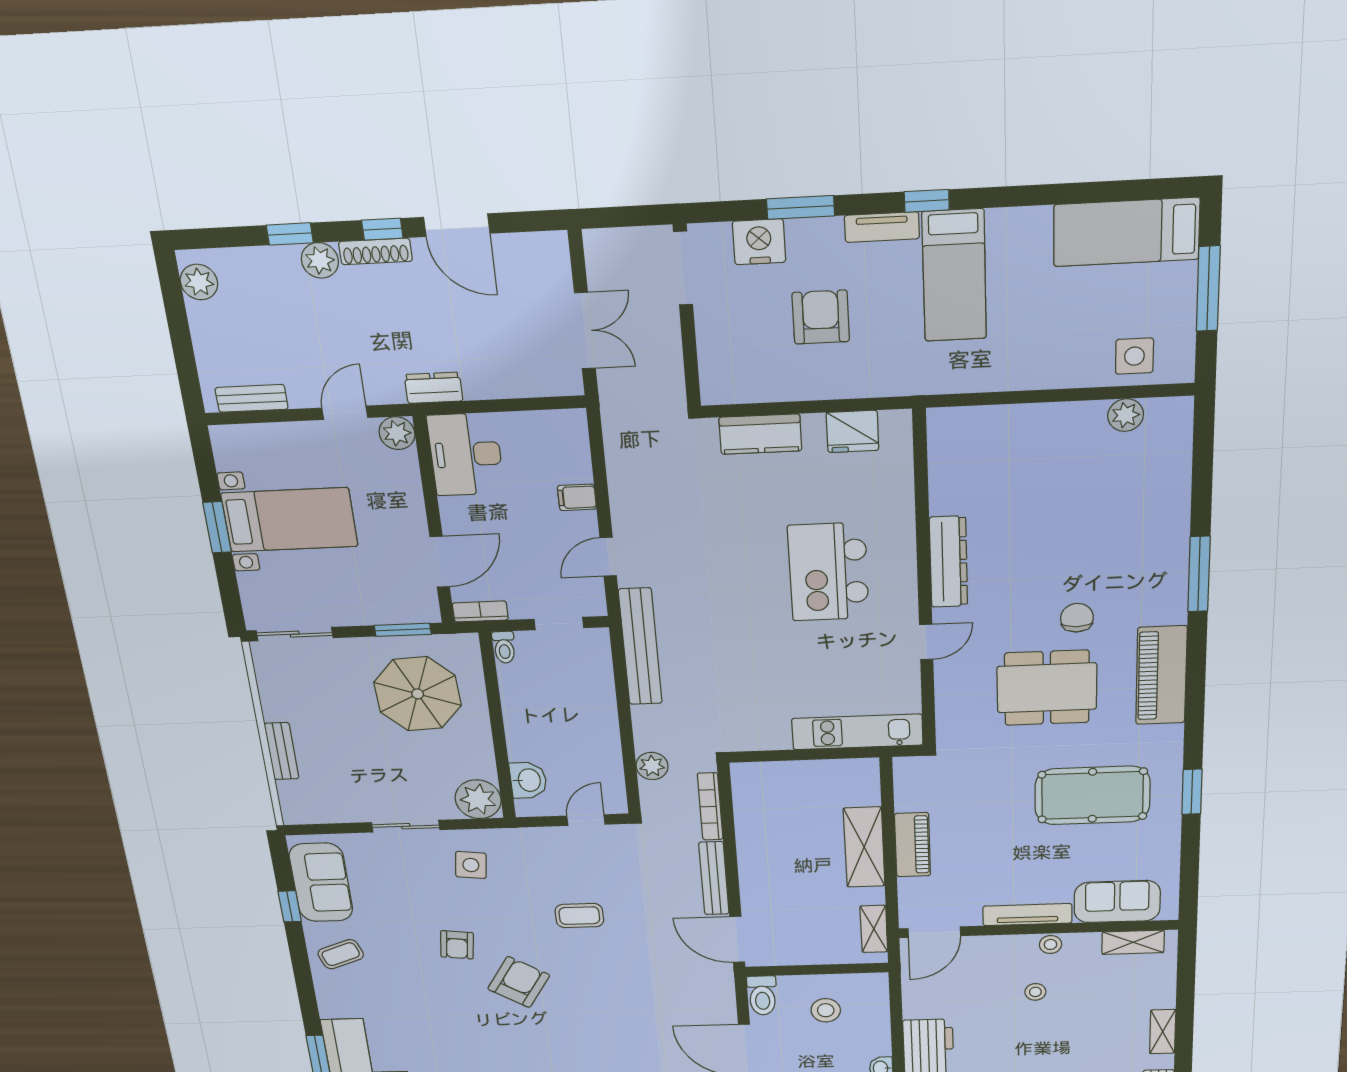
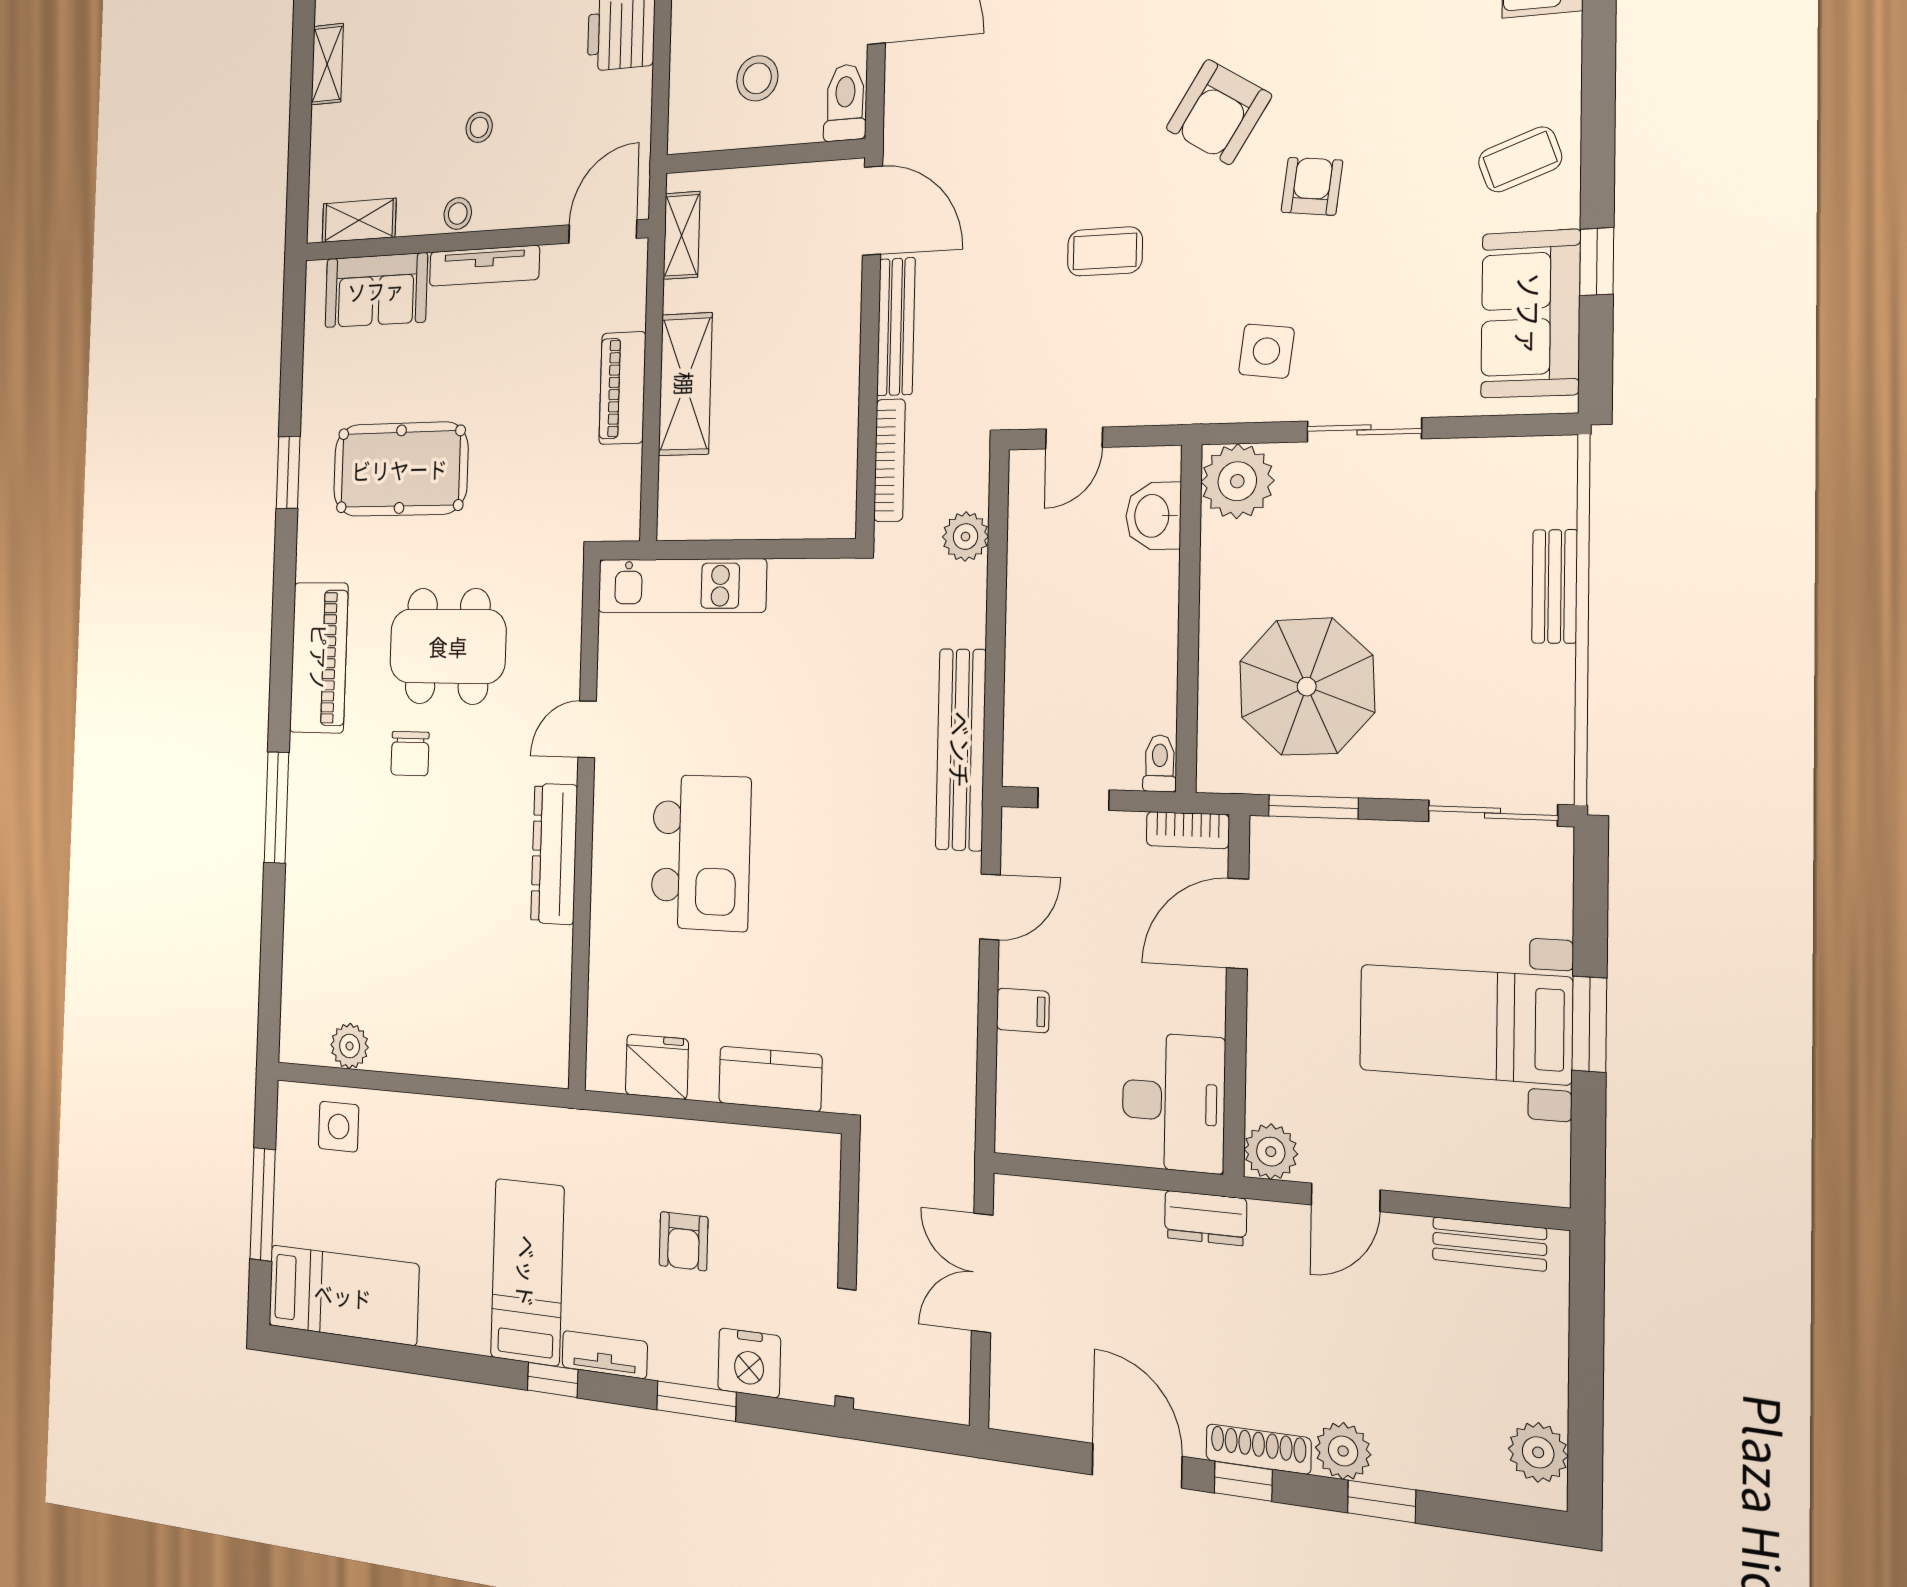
armchair: (821, 317) -> (684, 1241), width x0.72, depth x0.72

